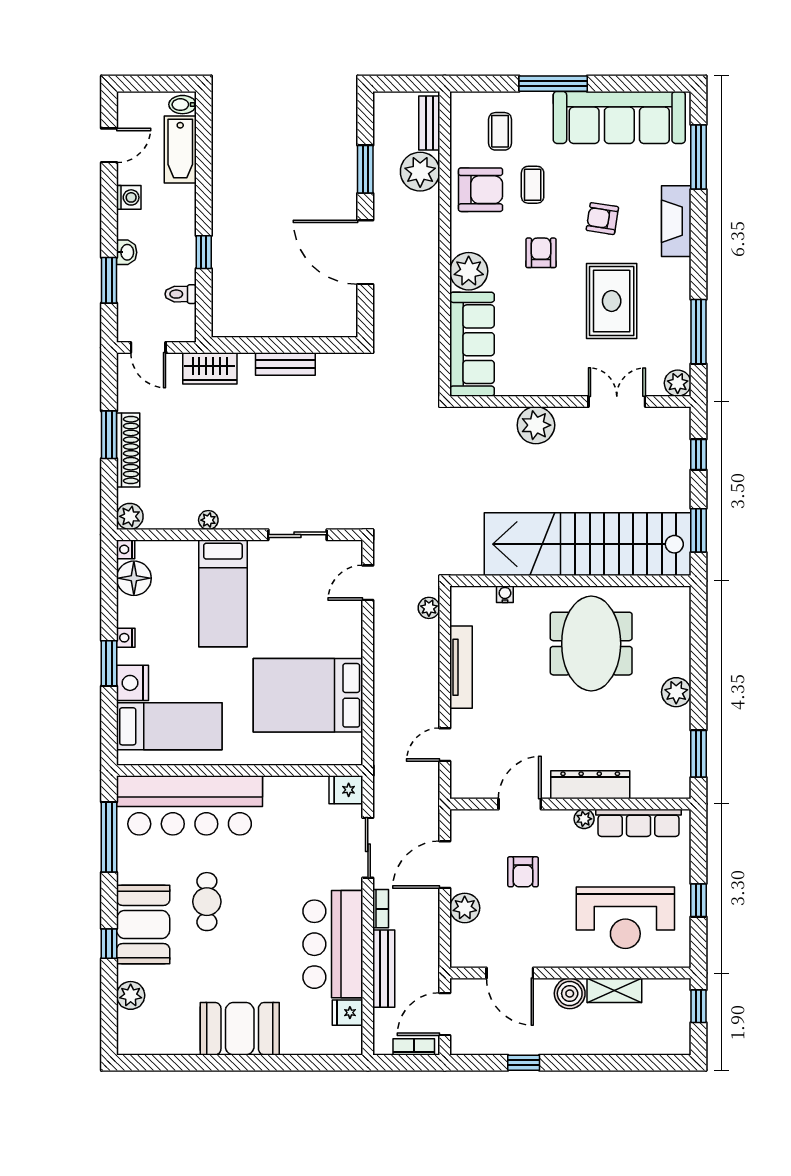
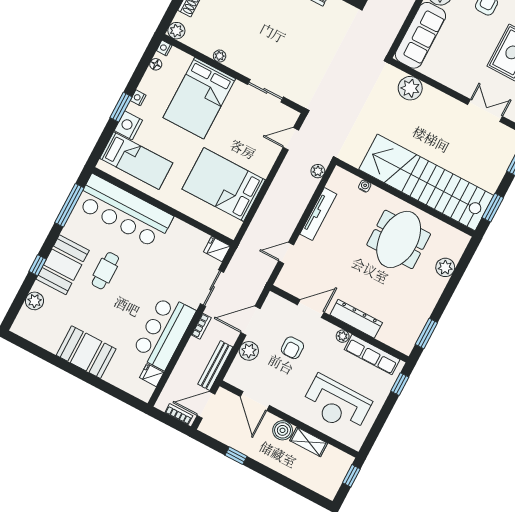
plant: (536, 425) -> (410, 88), moved
floor lamp: (134, 578) -> (156, 64), width x0.53, depth x0.53
bed: (223, 593) -> (199, 98), width x1.50
plant: (676, 692) -> (445, 267), moved
window: (699, 900) -> (400, 384), moved
bench: (384, 969) -> (215, 366), moved

